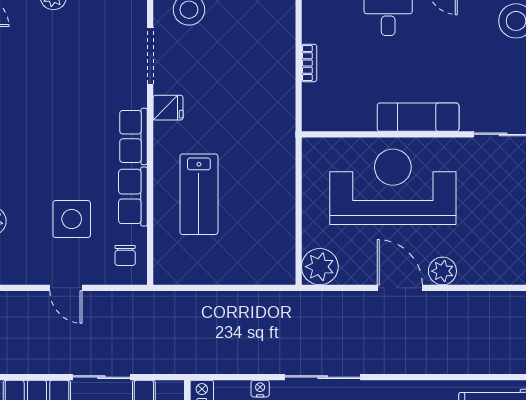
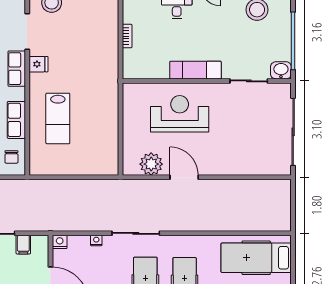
row of seats: (133, 136) -> (17, 69), moved
reception desk: (393, 187) -> (180, 114), width x0.74, depth x0.77
plant: (320, 267) -> (151, 164), moved
plant: (442, 271) -> (211, 167), removed

